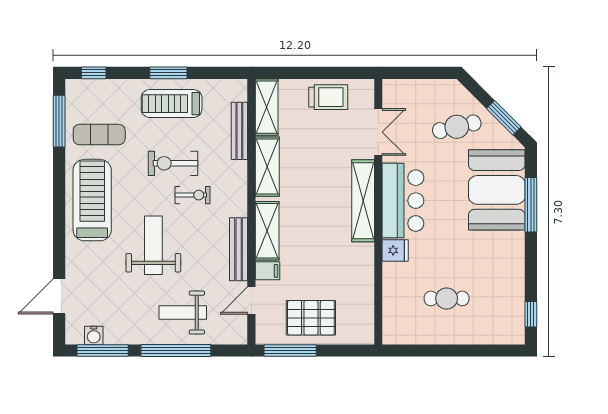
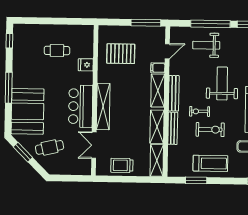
window: (168, 73) -> (196, 180), moved
bench: (239, 131) -> (173, 128), moved
window: (531, 205) -> (9, 88), moved
weight bench: (153, 245) -> (222, 83), turned 180
bench: (239, 249) -> (174, 93), moved
fridge: (395, 250) -> (86, 65), moved
weight bench: (183, 313) -> (206, 45), turned 180
pallet: (311, 318) -> (121, 54), moved

